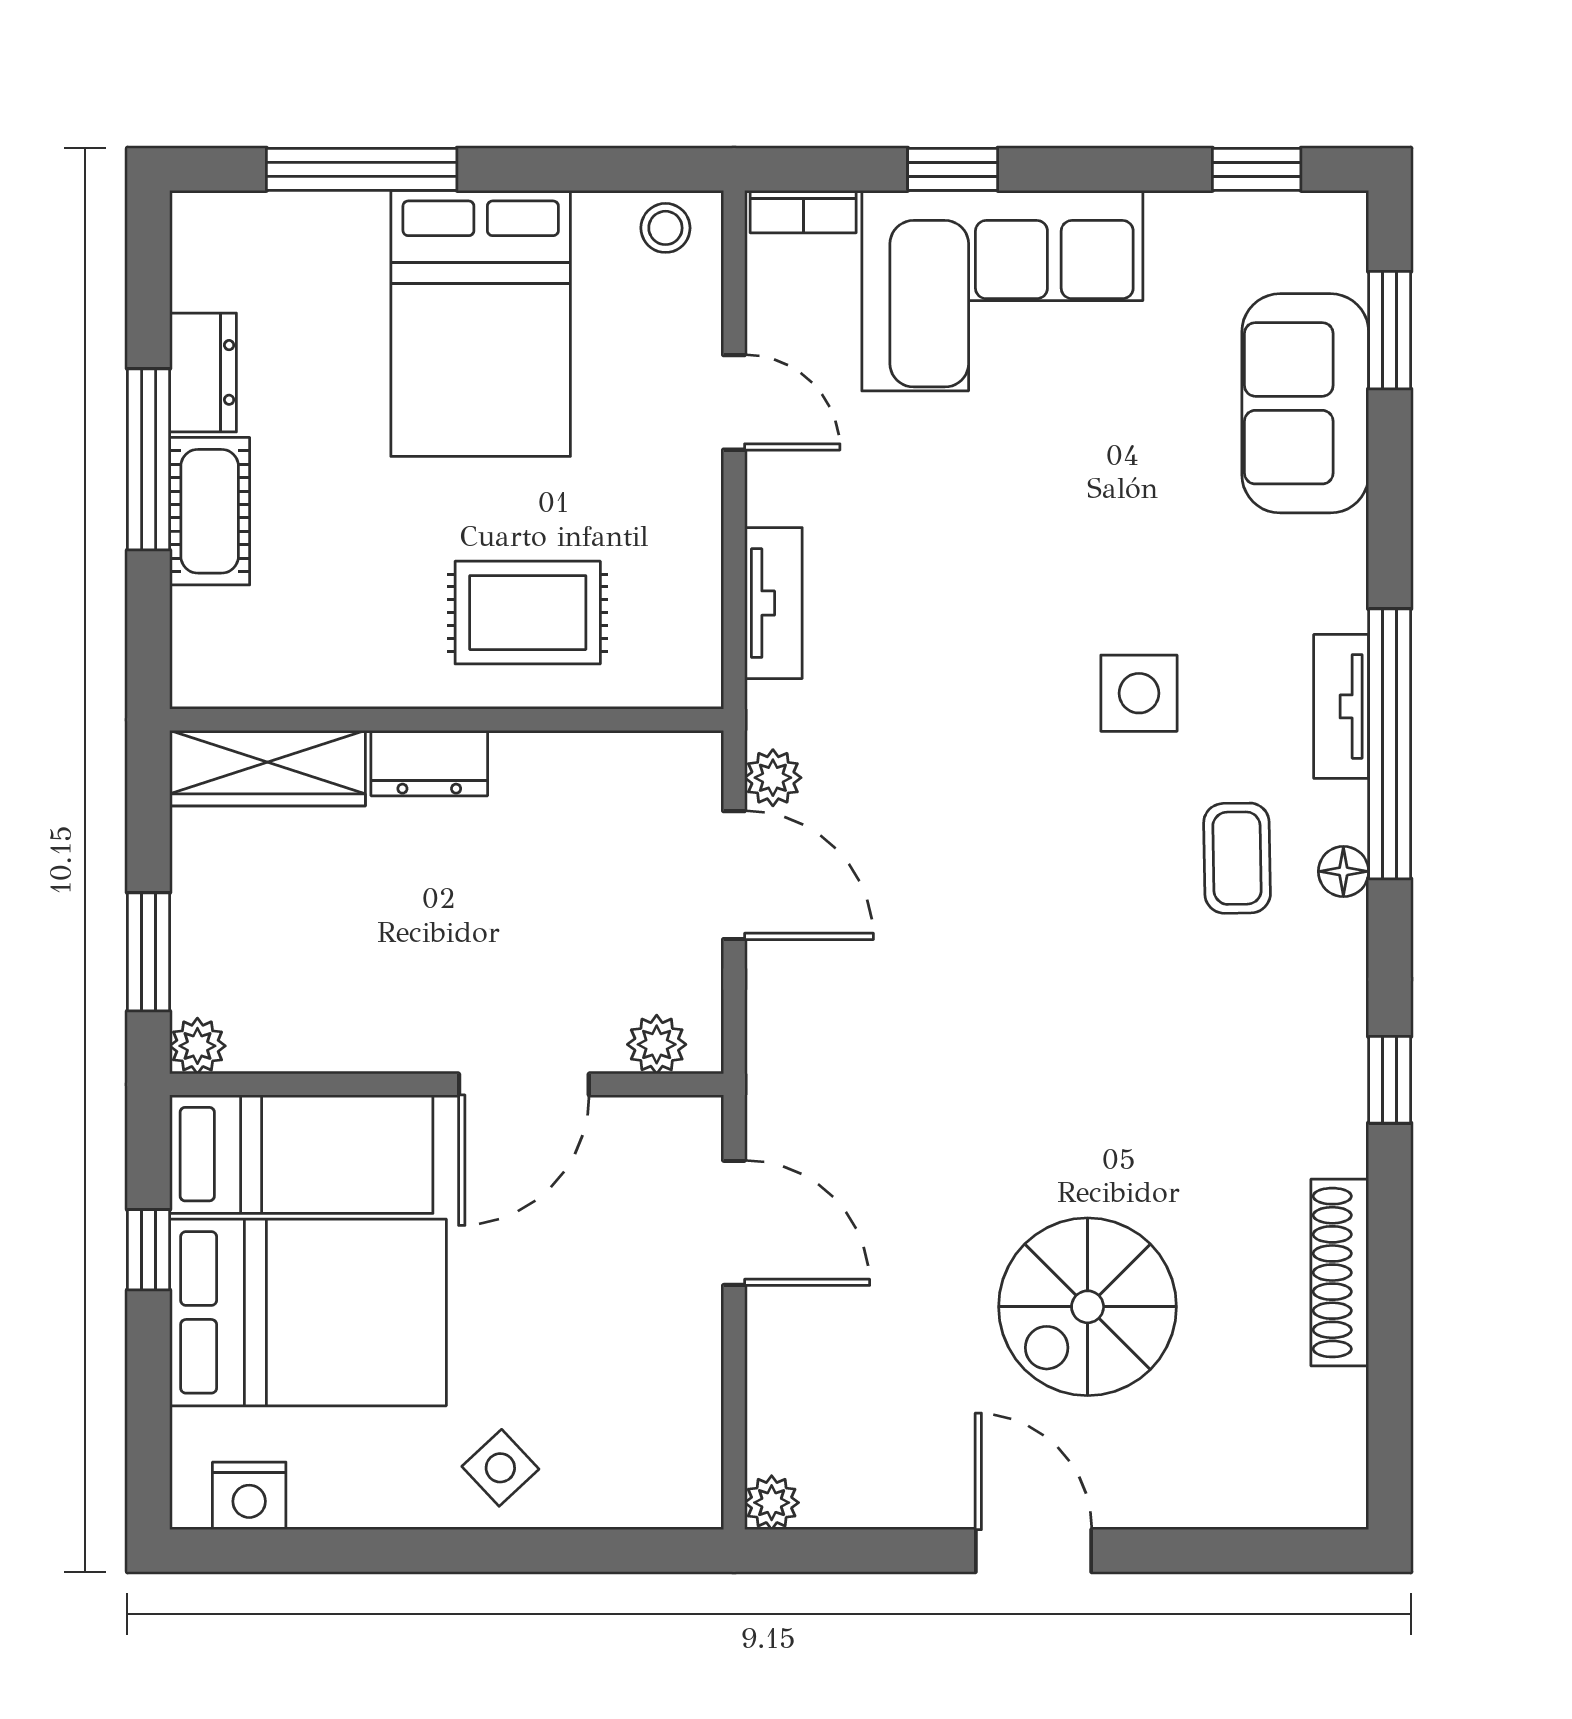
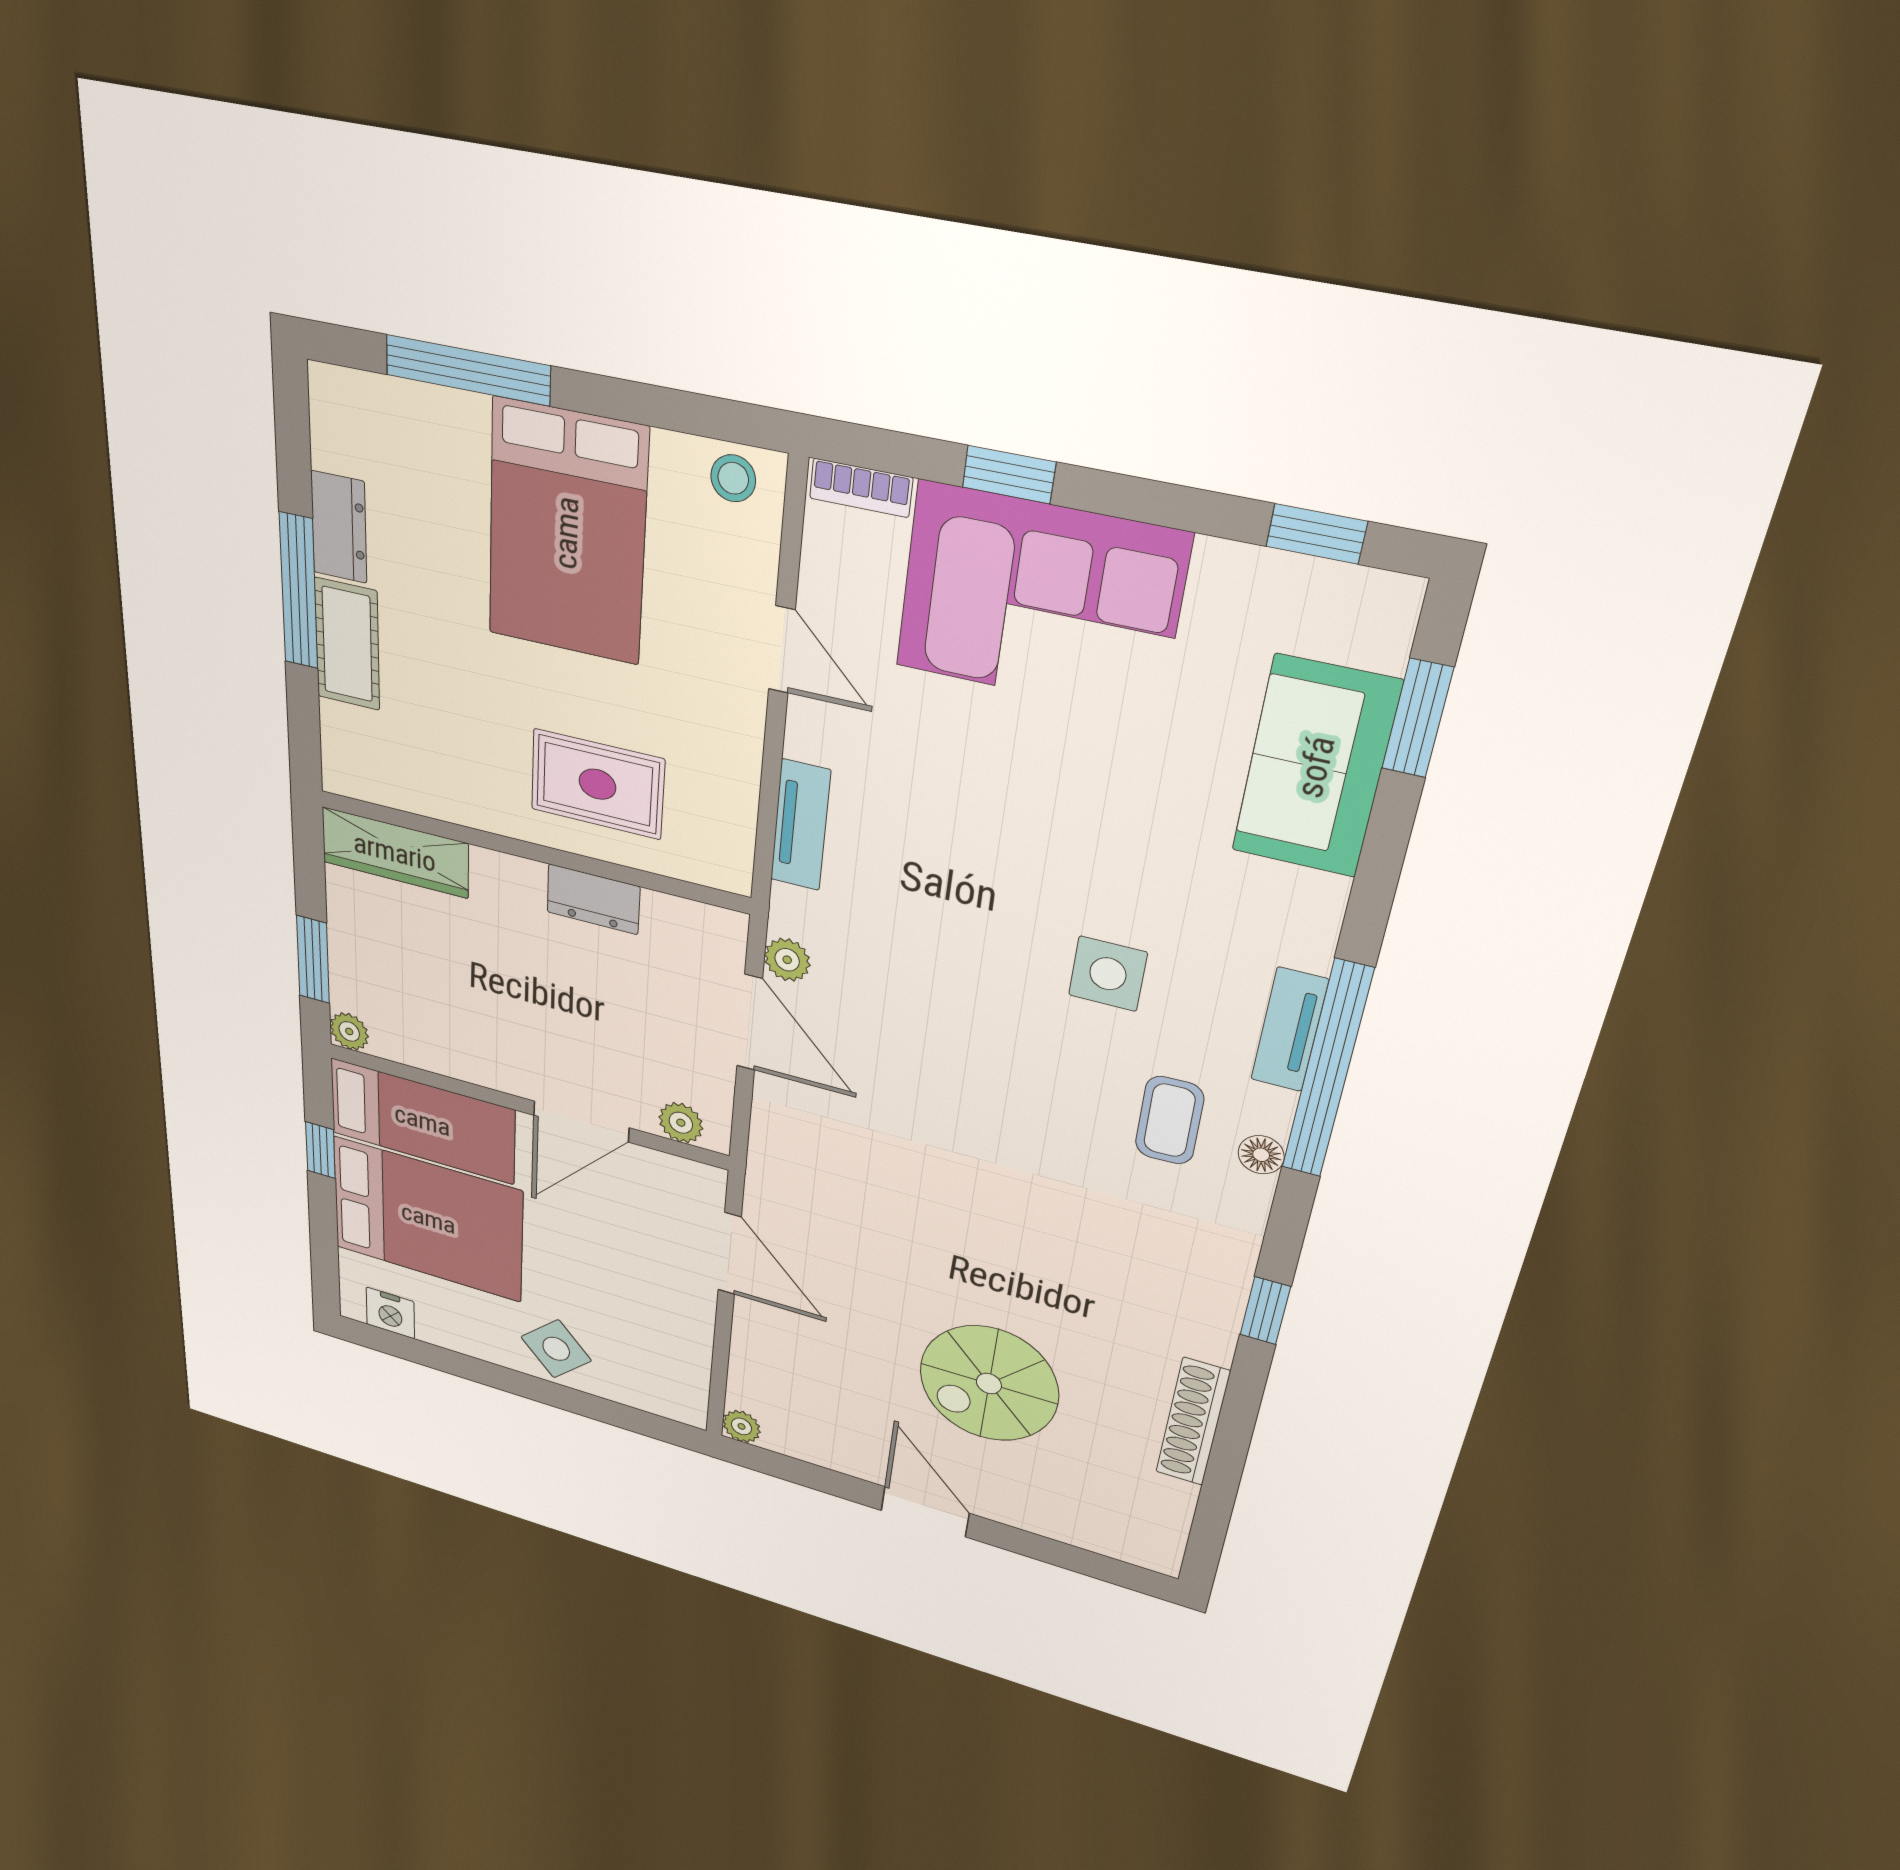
dresser: (429, 763) -> (593, 899), moved
side table: (500, 1468) -> (556, 1349), width x1.37, depth x1.37

